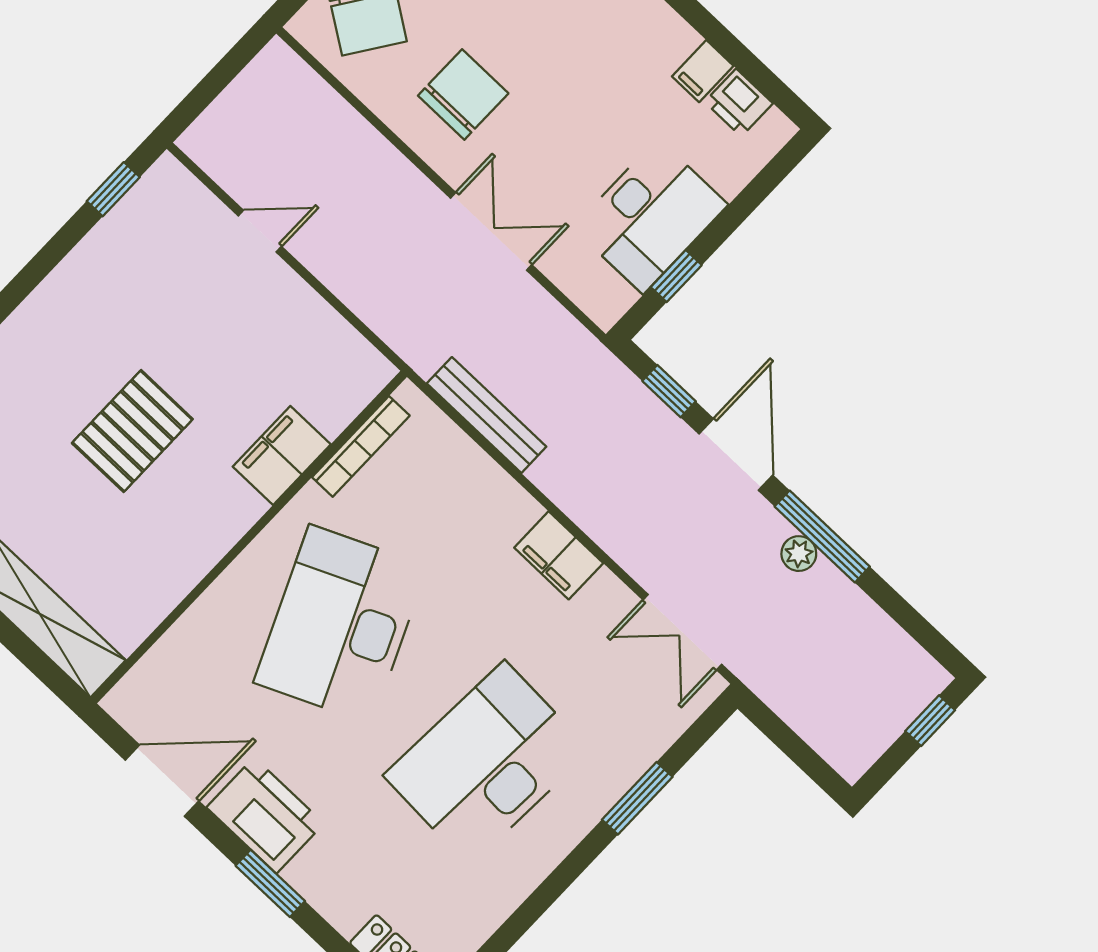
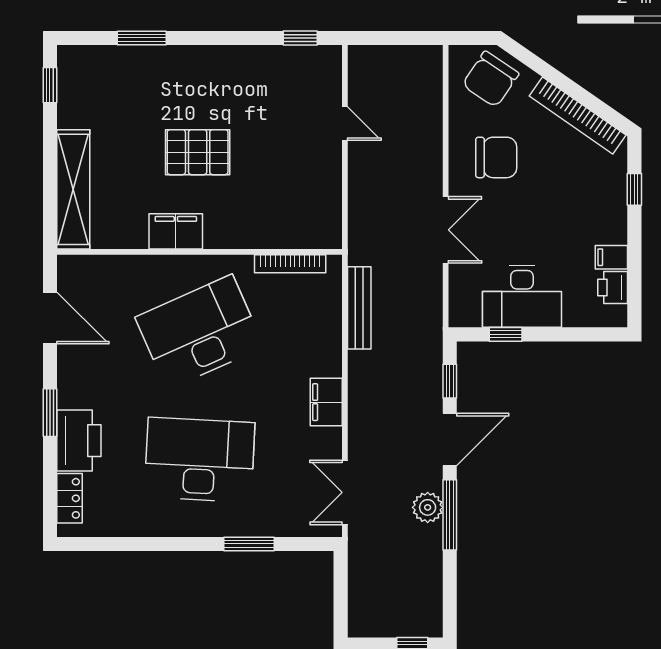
filing cabinet: (282, 455) -> (176, 231), moved
plant: (799, 554) -> (428, 507), width x1.38, depth x1.38
printer: (265, 815) -> (79, 441), moved

